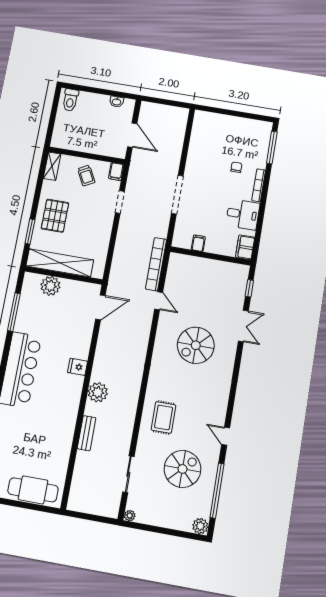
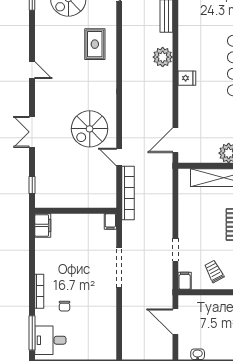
desk: (243, 214) -> (50, 340), moved
filing cabinet: (198, 243) -> (110, 221), moved
double door: (243, 326) -> (32, 132), moved
spiral stairs: (196, 345) -> (90, 129), moved, turned 180
door: (226, 436) -> (32, 70), moved

